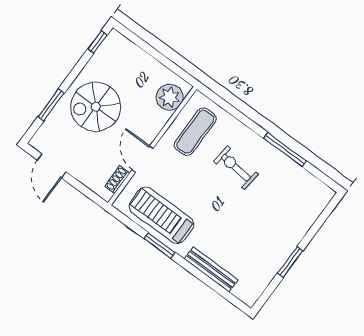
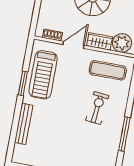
wardrobe: (154, 124) -> (100, 41), added
treadmill: (161, 215) -> (43, 75), turned 180

